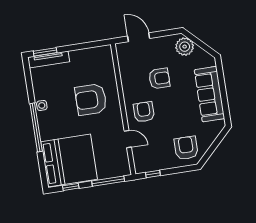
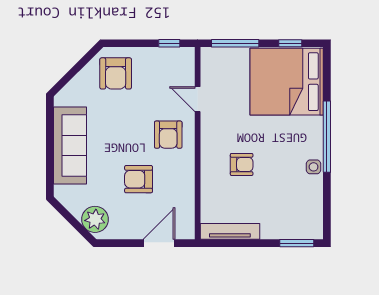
door: (139, 37) -> (159, 243), swing flipped
tv unit: (49, 59) -> (230, 231), moved
armchair: (91, 99) -> (242, 164), width x0.53, depth x0.53

